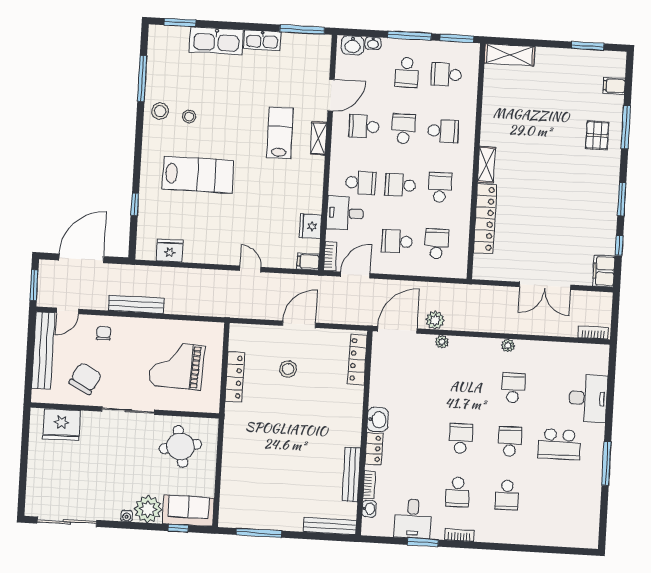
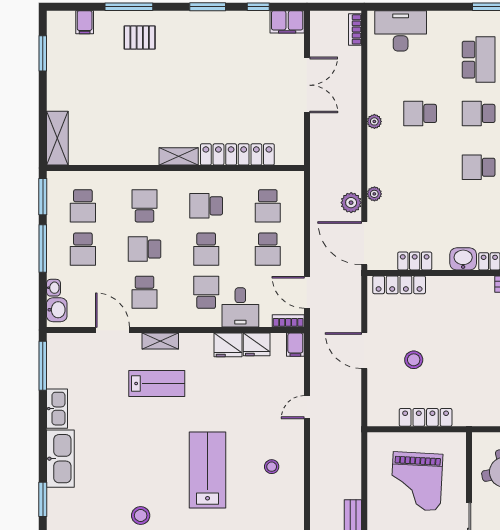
school desk: (407, 72) -> (83, 249), turned 90
stool: (189, 117) -> (272, 467), moved
lab bench: (280, 133) -> (157, 384), turned 180
school desk: (437, 244) -> (268, 206), turned -90
fridge: (170, 251) -> (228, 345), moved, turned -90
locker: (378, 375) -> (415, 261), added
desk: (588, 398) -> (401, 31), moved

